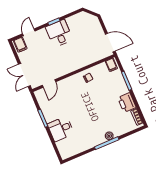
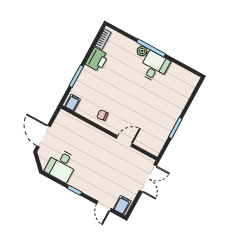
door: (29, 32) -> (104, 206), hinge flipped
desk: (59, 33) -> (61, 165), moved
door: (110, 43) -> (44, 136), moved
door: (49, 84) -> (124, 141), moved
desk: (61, 129) -> (154, 67), moved, turned -90

